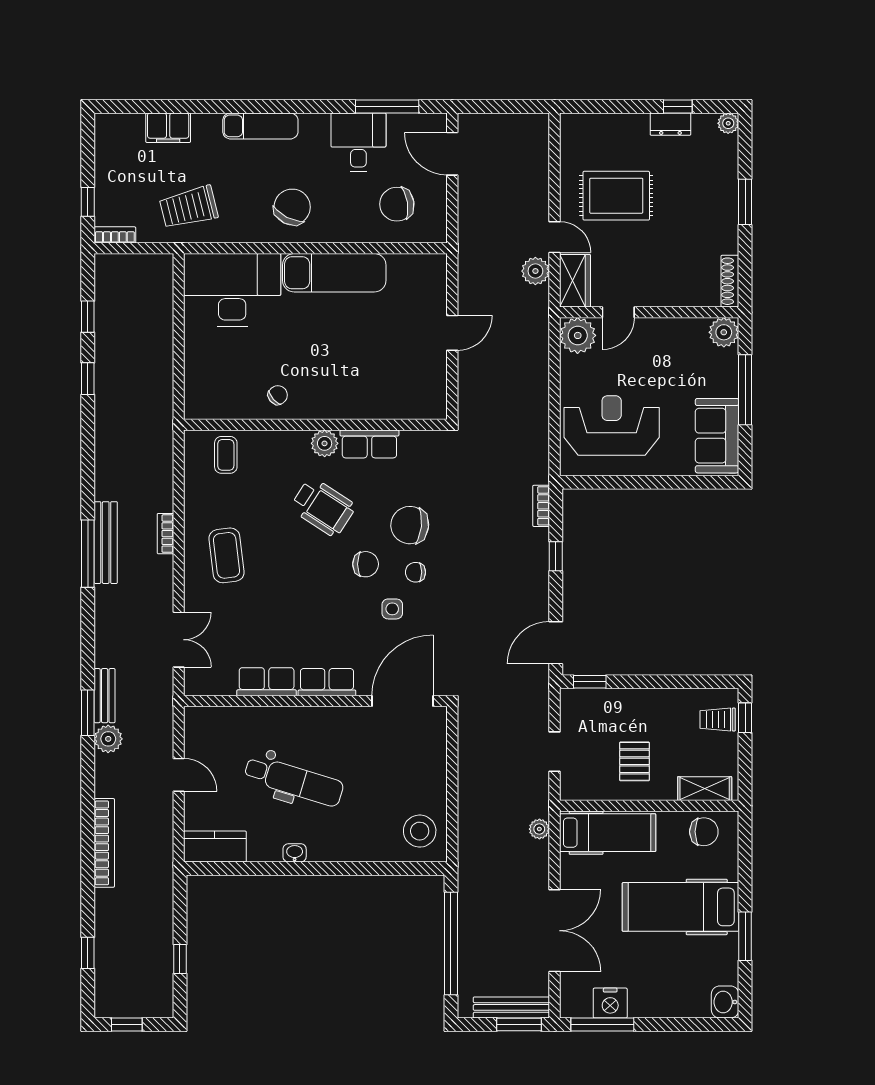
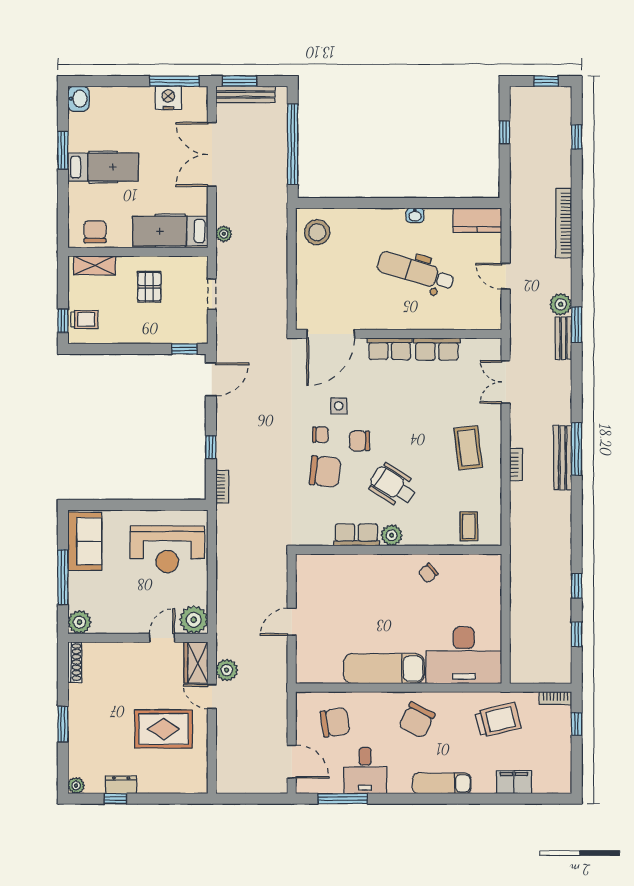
chair: (704, 832) -> (95, 232), turned 90
hospital bed: (681, 907) -> (103, 167), width x0.73, depth x0.78

